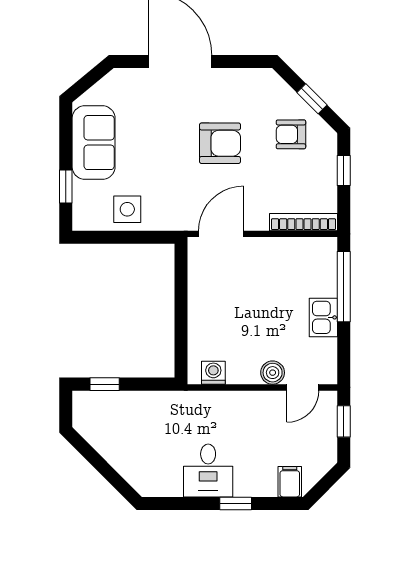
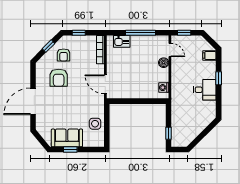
armchair: (220, 143) -> (59, 78), moved, turned 180
window: (66, 187) -> (70, 150), moved
window: (344, 287) -> (141, 33), moved
kitchen sink: (323, 317) -> (122, 41), moved

